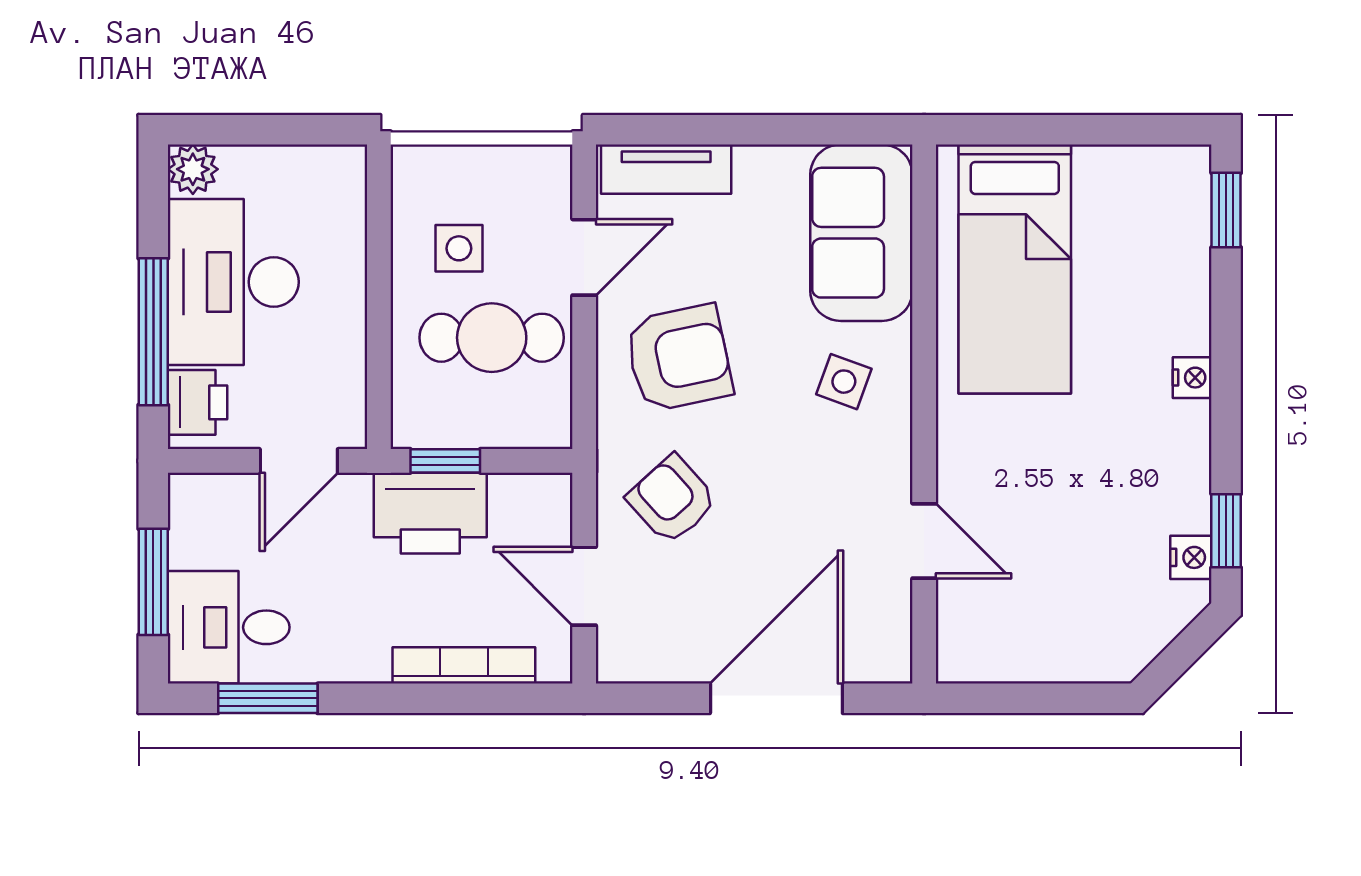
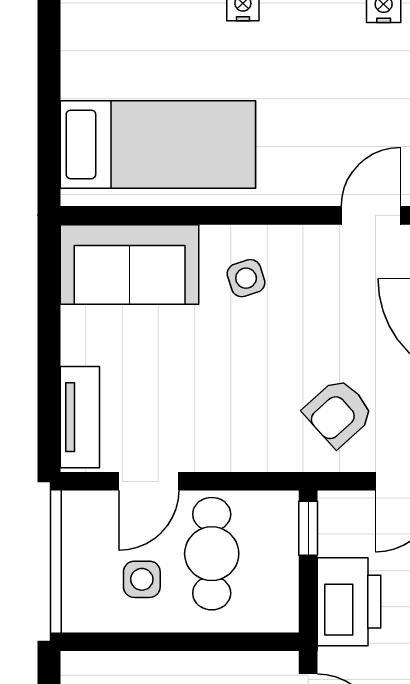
door: (584, 257) -> (149, 481), swing flipped
armchair: (679, 358) -> (228, 407), removed
side table: (844, 382) -> (246, 278), turned -38
window: (445, 461) -> (308, 528), moved

